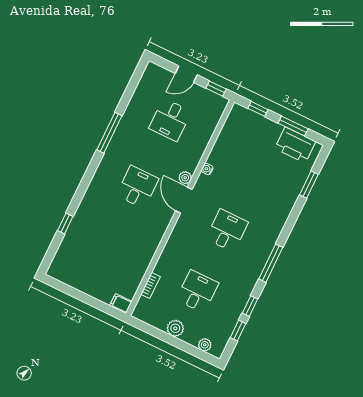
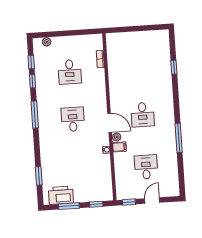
desk: (227, 231) -> (73, 119), turned 180
filing cabinet: (121, 304) -> (119, 147), moved
plant: (175, 328) -> (70, 42), removed

